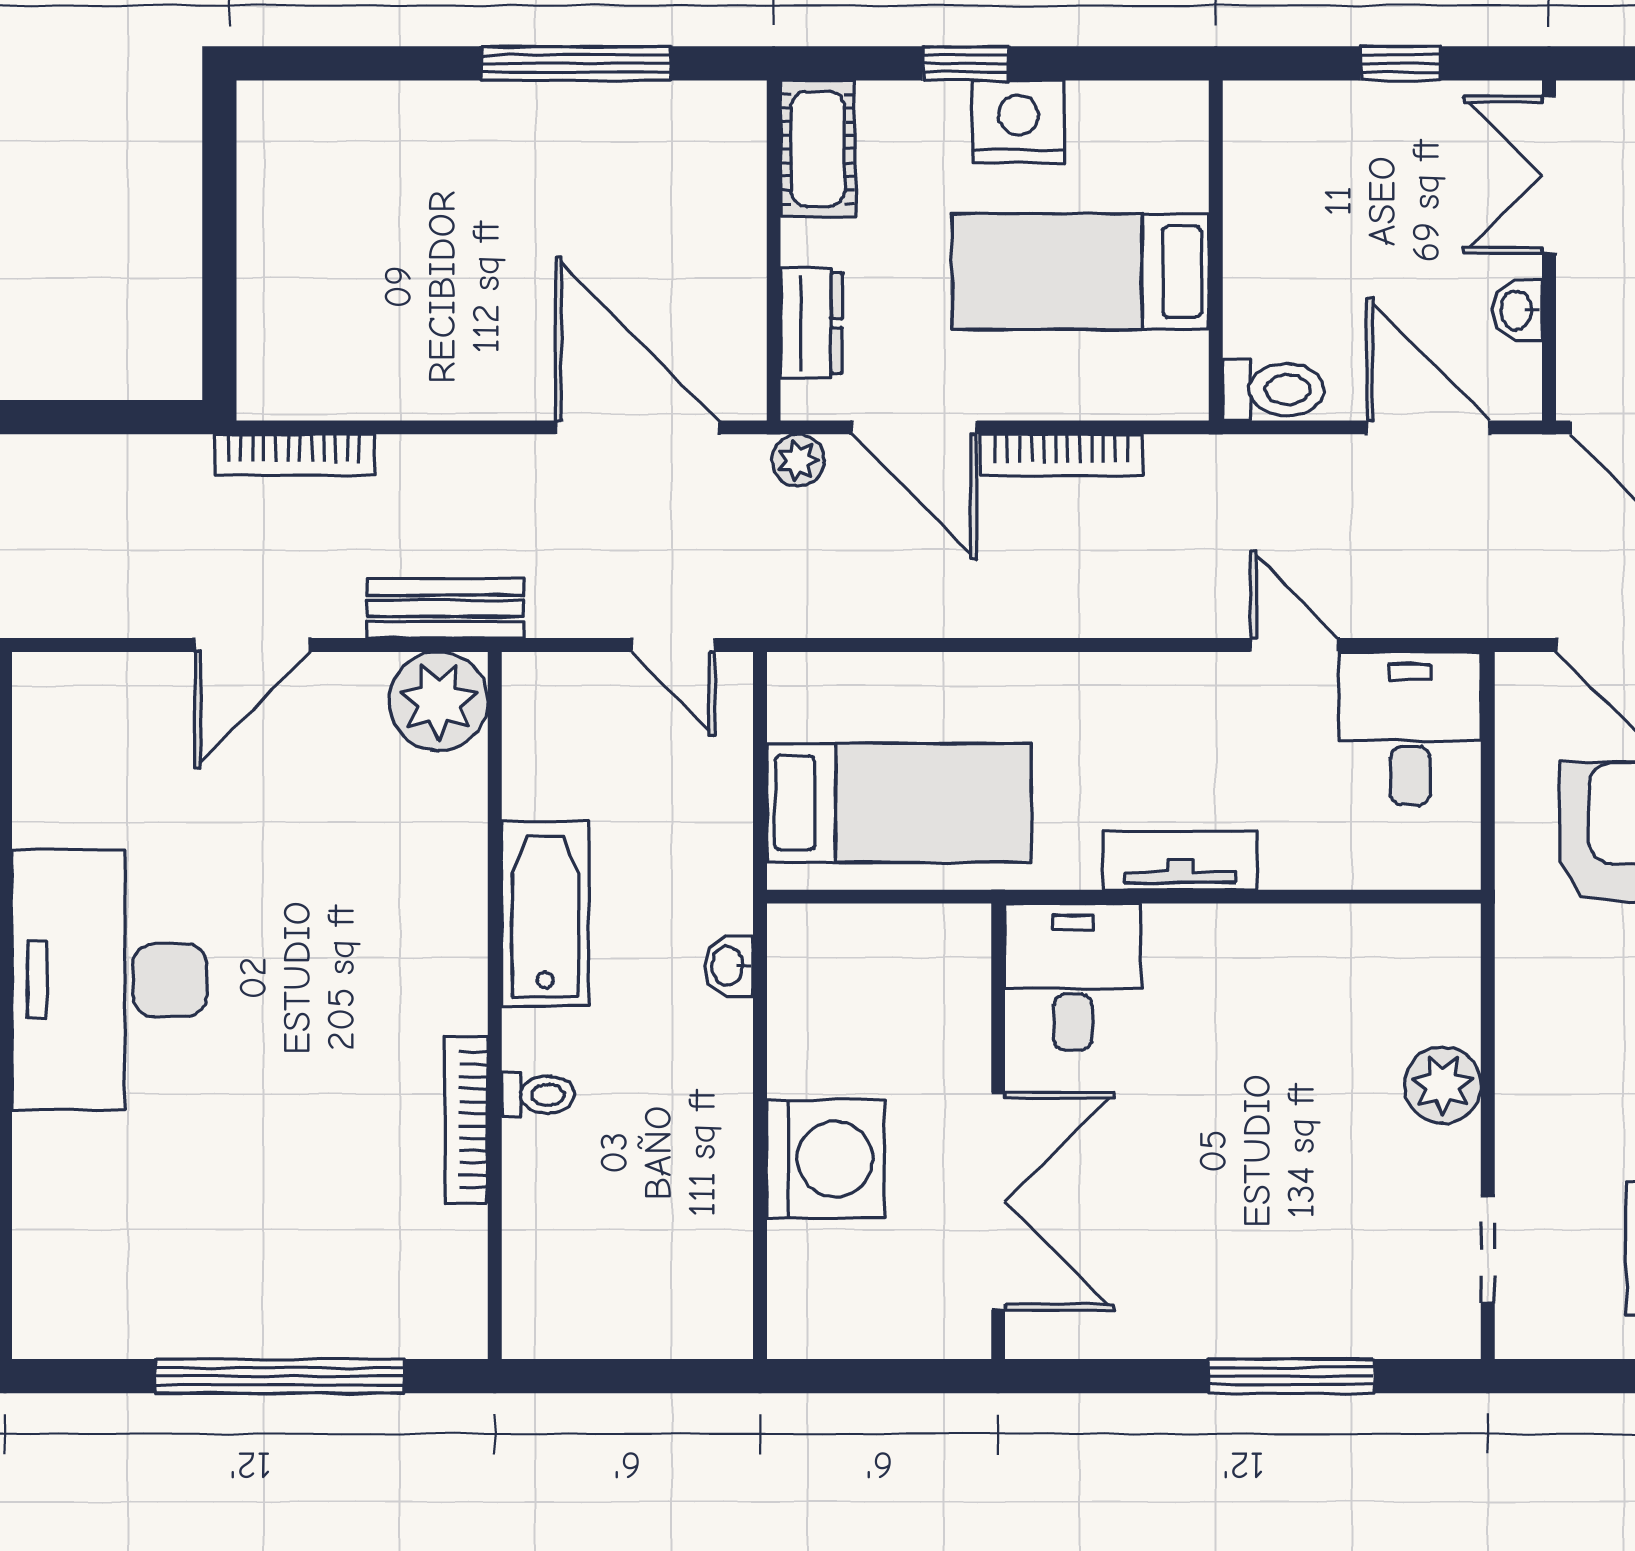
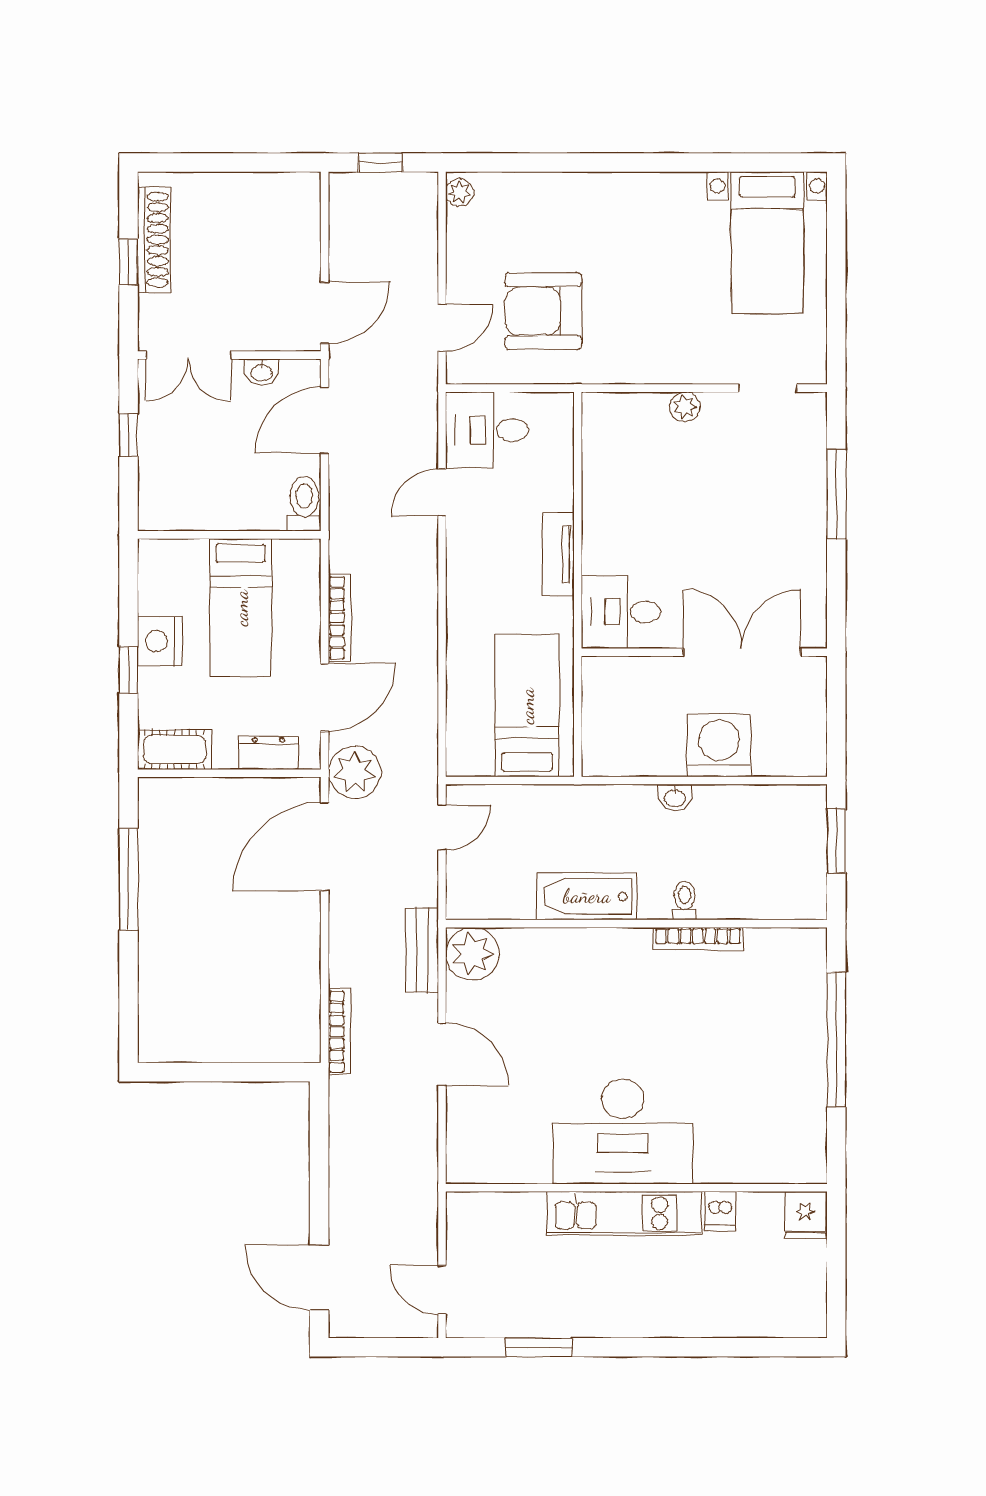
plant: (798, 460) -> (355, 772), width x1.88, depth x1.88
washbasin: (729, 966) -> (675, 797), moved
plant: (1443, 1085) -> (685, 407), width x0.73, depth x0.73
window: (649, 1376) -> (836, 841), added

